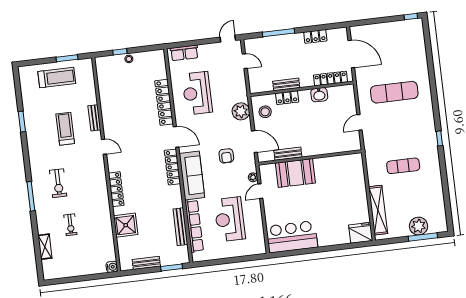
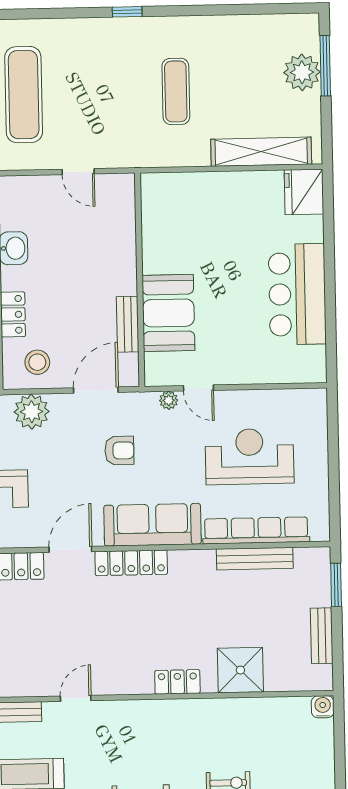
locker: (116, 189) -> (177, 682), width x0.66
reception desk: (230, 219) -> (250, 457), turned 180
bar counter: (292, 237) -> (297, 294), moved

